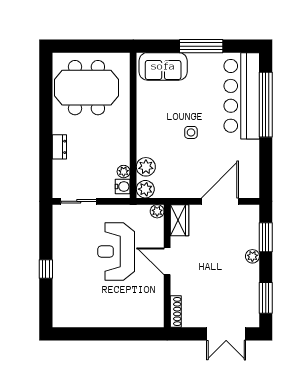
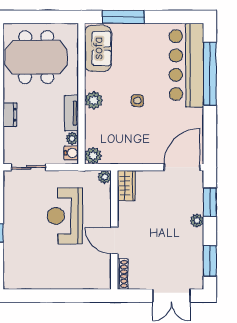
window: (201, 46) -> (123, 17), moved
sofa: (163, 66) -> (98, 48), moved, turned -90
tv unit: (123, 145) -> (71, 113), added
plant: (146, 167) -> (94, 100), moved
door: (220, 201) -> (182, 167), moved
door: (167, 261) -> (114, 241), moved

